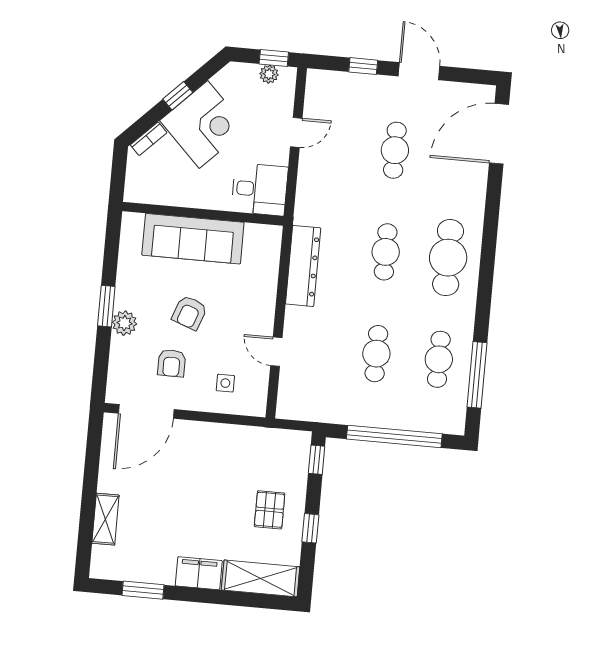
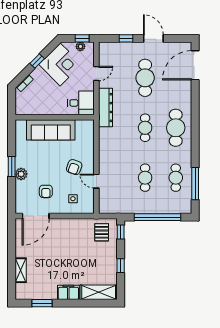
corner desk: (203, 124) -> (60, 64), moved
cafe table: (395, 150) -> (145, 78), width x1.37, depth x1.35
dresser: (303, 266) -> (106, 108), moved
armchair: (189, 313) -> (74, 167), moved
pallet: (270, 510) -> (102, 232), moved

